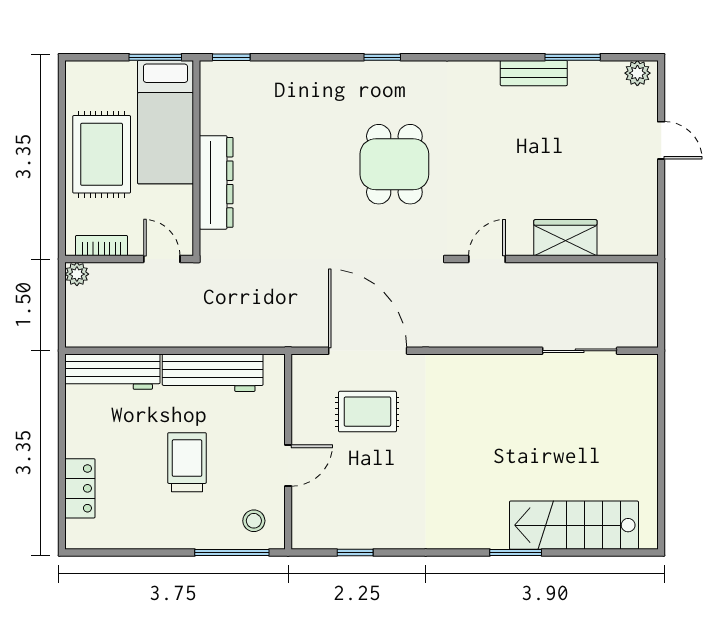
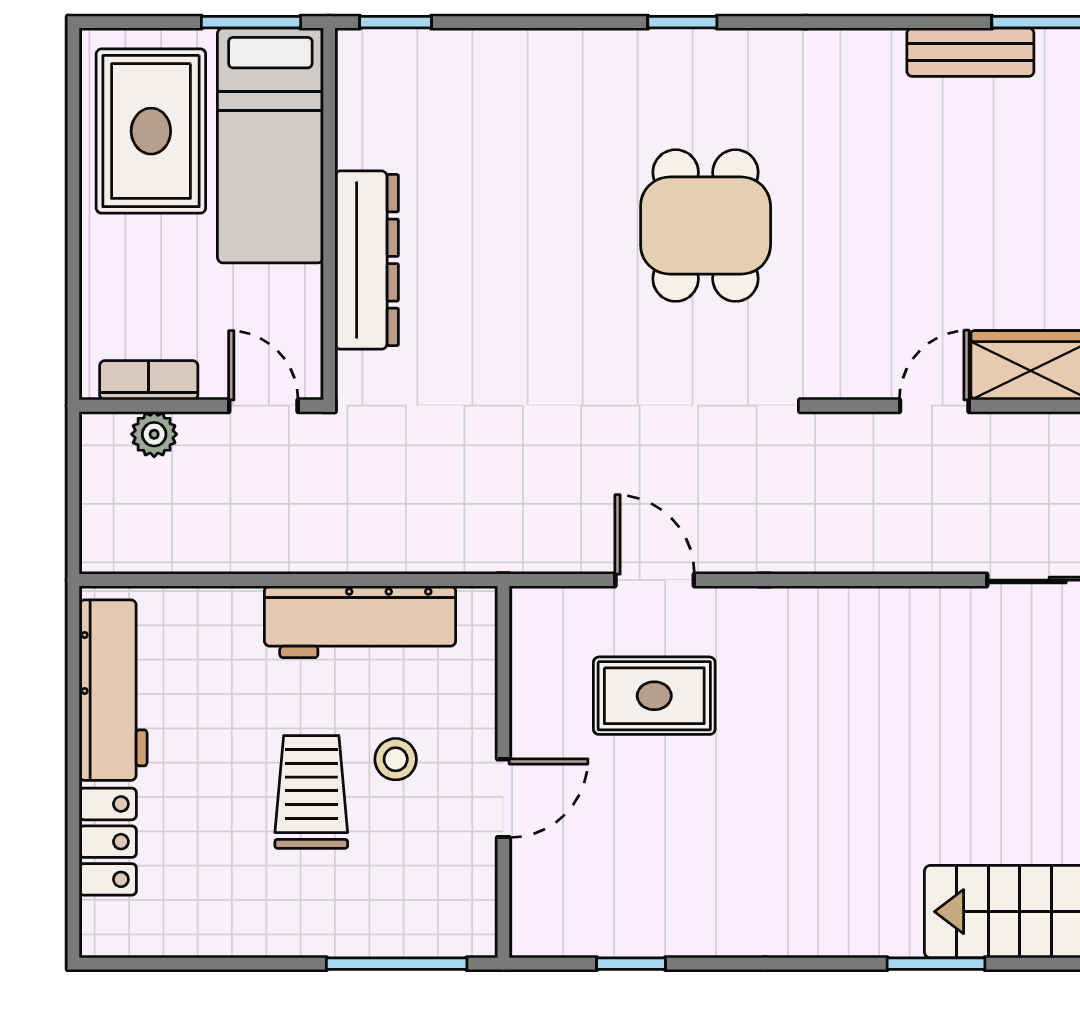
rug: (102, 154) -> (151, 131), moved
door: (487, 259) -> (934, 406), moved
plant: (77, 274) -> (154, 434), moved
door: (368, 351) -> (655, 580), width x0.53
workbench: (112, 372) -> (113, 690), moved, turned -90
stool: (254, 521) -> (396, 759), moved

